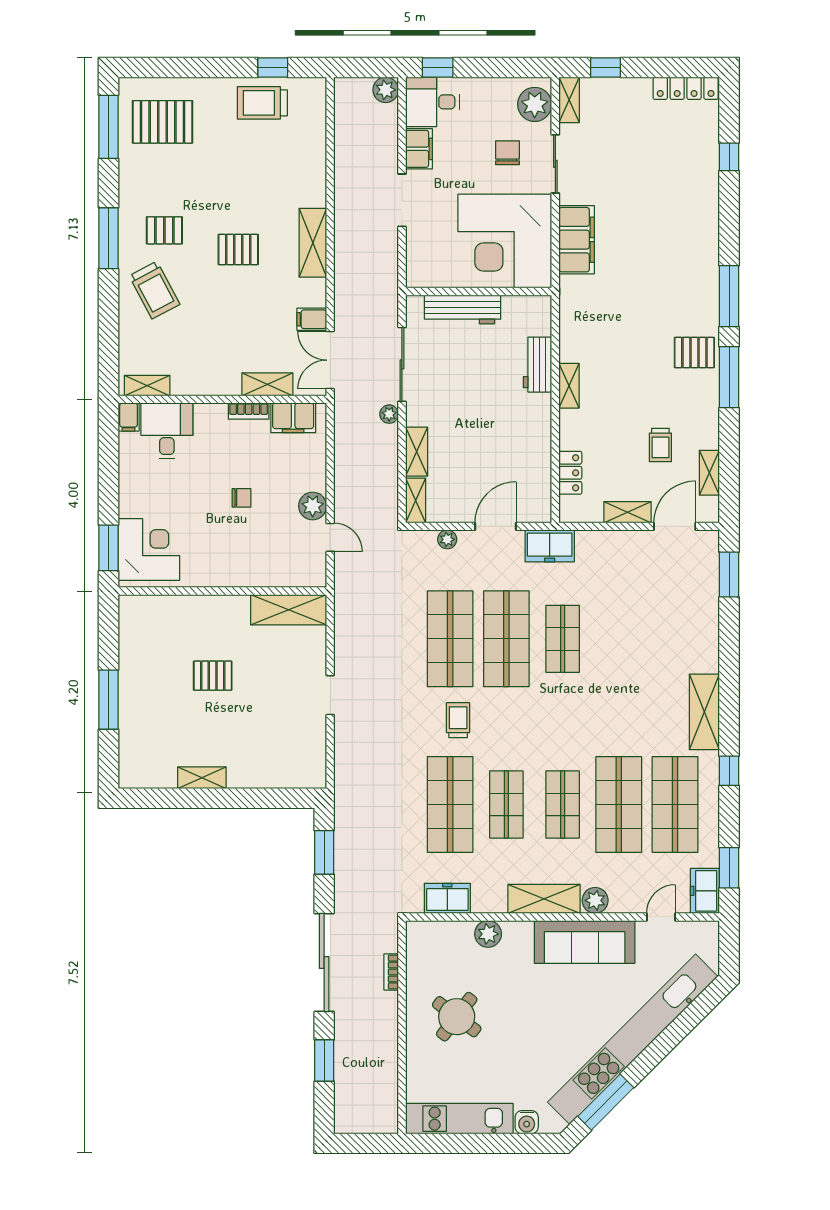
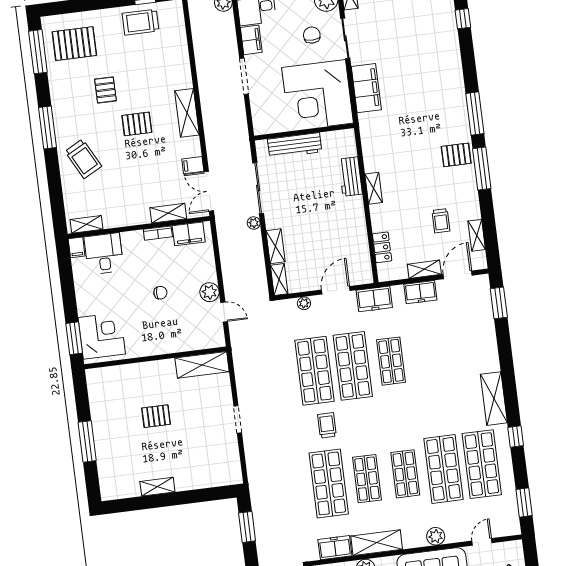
pallet: (164, 230) -> (105, 90), moved, turned 90
freezer: (705, 891) -> (420, 292), moved, turned -90
shelving: (544, 899) -> (377, 543), moved

